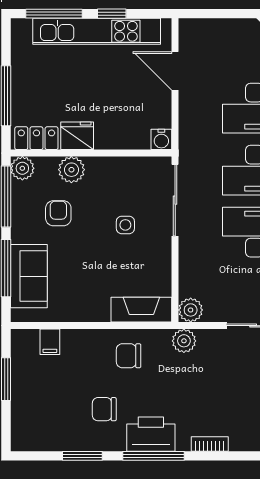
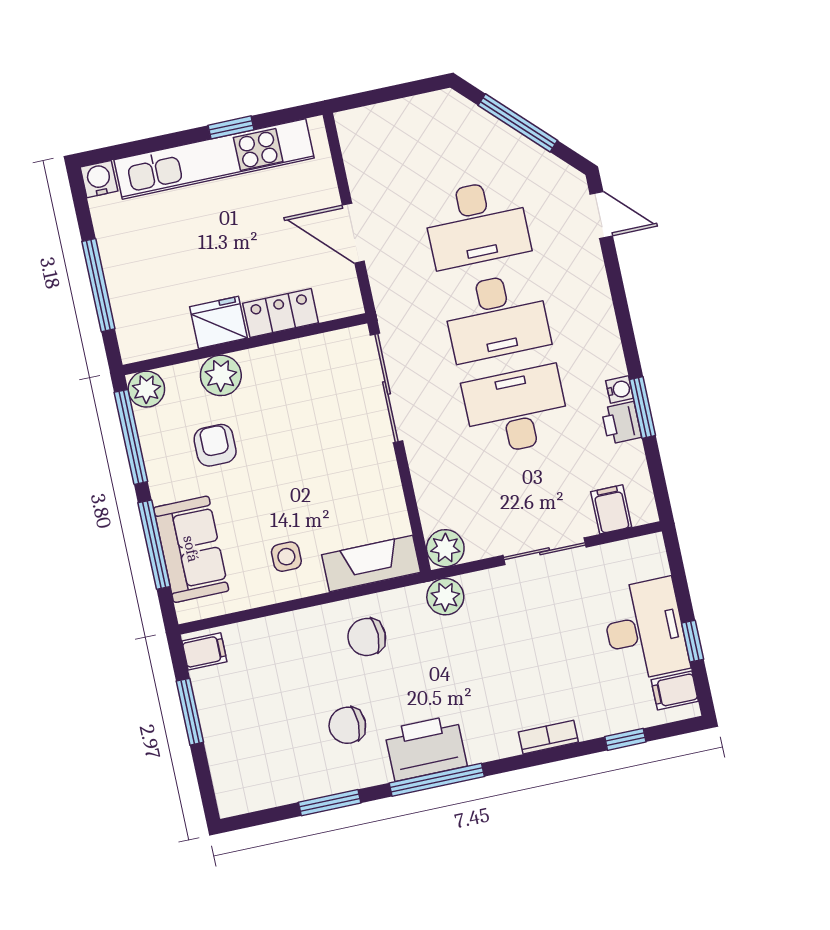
window: (54, 14) -> (144, 146), removed
door: (175, 71) -> (353, 233), moved
locker: (36, 138) -> (281, 313), moved
water cooler: (161, 139) -> (99, 179), moved, turned 180
side table: (125, 225) -> (286, 557), moved
filing cabinet: (50, 342) -> (204, 651), moved, turned -90
bookcase: (210, 444) -> (548, 737), moved

